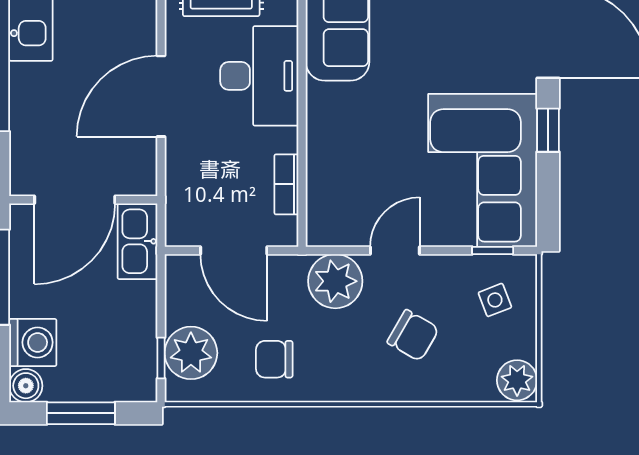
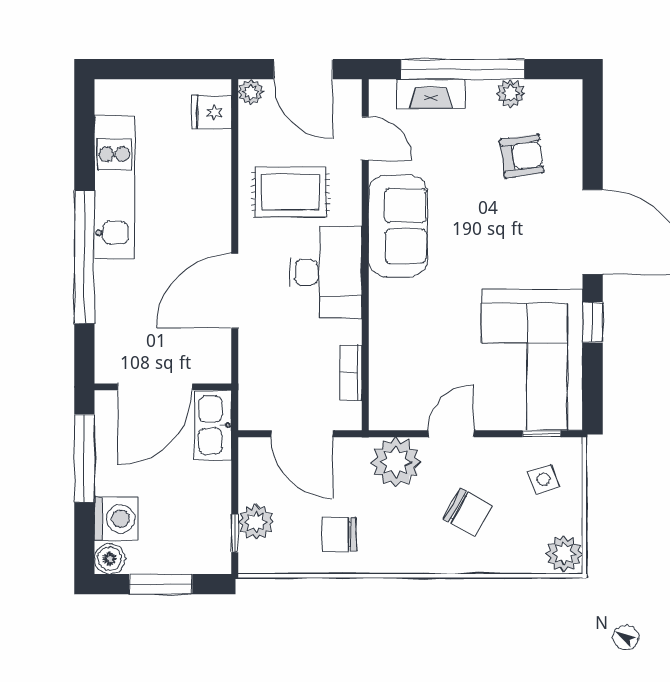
plant: (191, 353) -> (256, 522), width x0.73, depth x0.73

